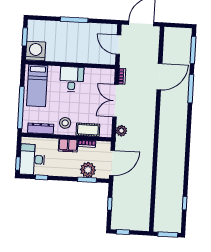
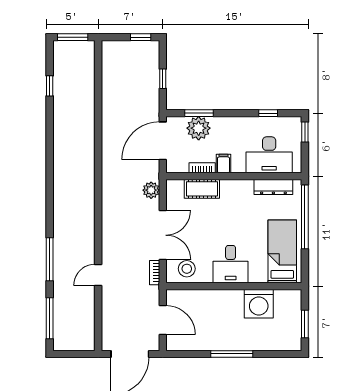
washing machine: (36, 51) -> (259, 304), moved
door: (159, 77) -> (98, 275), width x0.53
stool: (65, 123) -> (187, 269), moved
filing cabinet: (68, 145) -> (223, 164), width x0.50
desk: (32, 159) -> (269, 155), moved, turned 90

